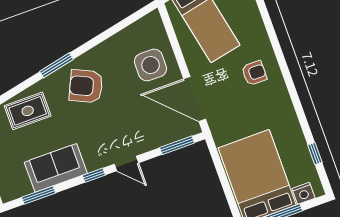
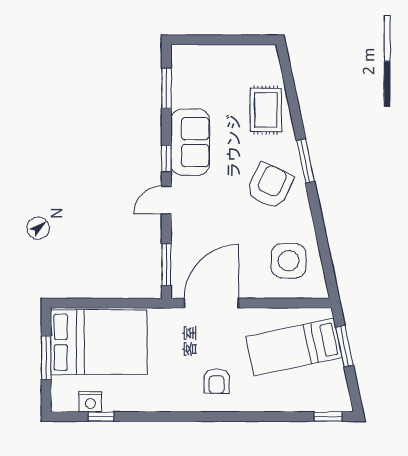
side table: (151, 65) -> (289, 261), moved
sofa: (56, 168) -> (190, 142), moved
nightstand: (304, 193) -> (90, 402), moved, turned -90

